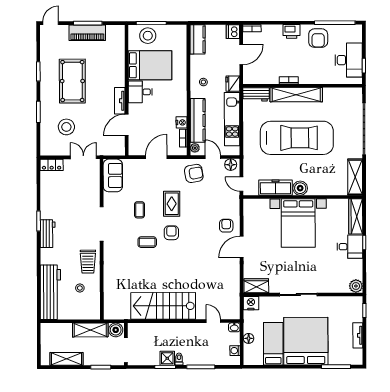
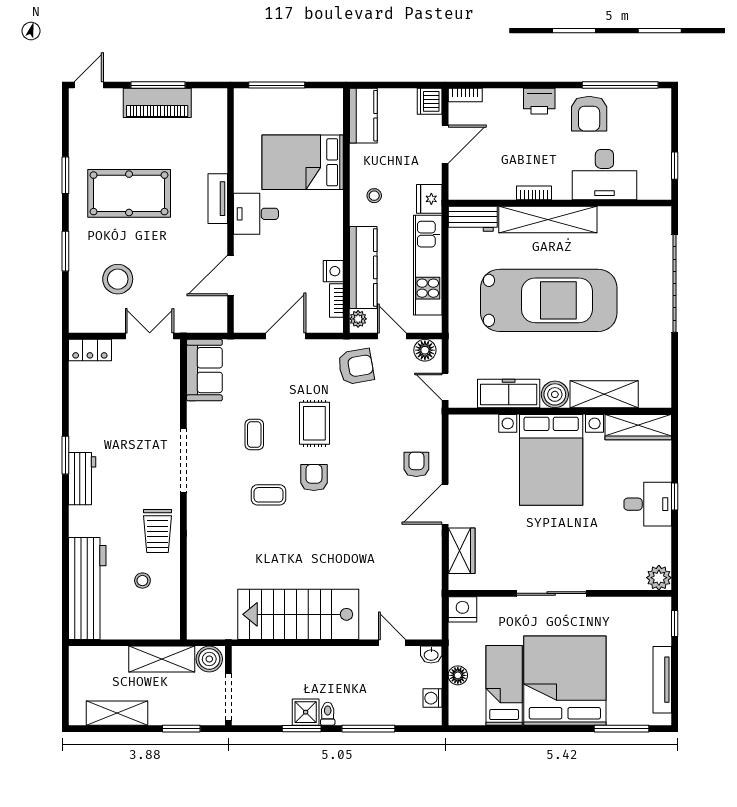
stool: (148, 36) -> (270, 109), removed
desk: (349, 60) -> (604, 175), moved, turned 90
bed: (150, 65) -> (303, 162), moved, turned 180
pool table: (72, 81) -> (129, 193), turned 90
tv unit: (120, 101) -> (218, 199), moved
shelving: (355, 177) -> (604, 394), moved, turned 90
wardrobe: (356, 216) -> (638, 427), moved, turned -90
wardrobe: (256, 286) -> (462, 551), moved, turned 90
tv unit: (358, 335) -> (662, 680), width x1.41

